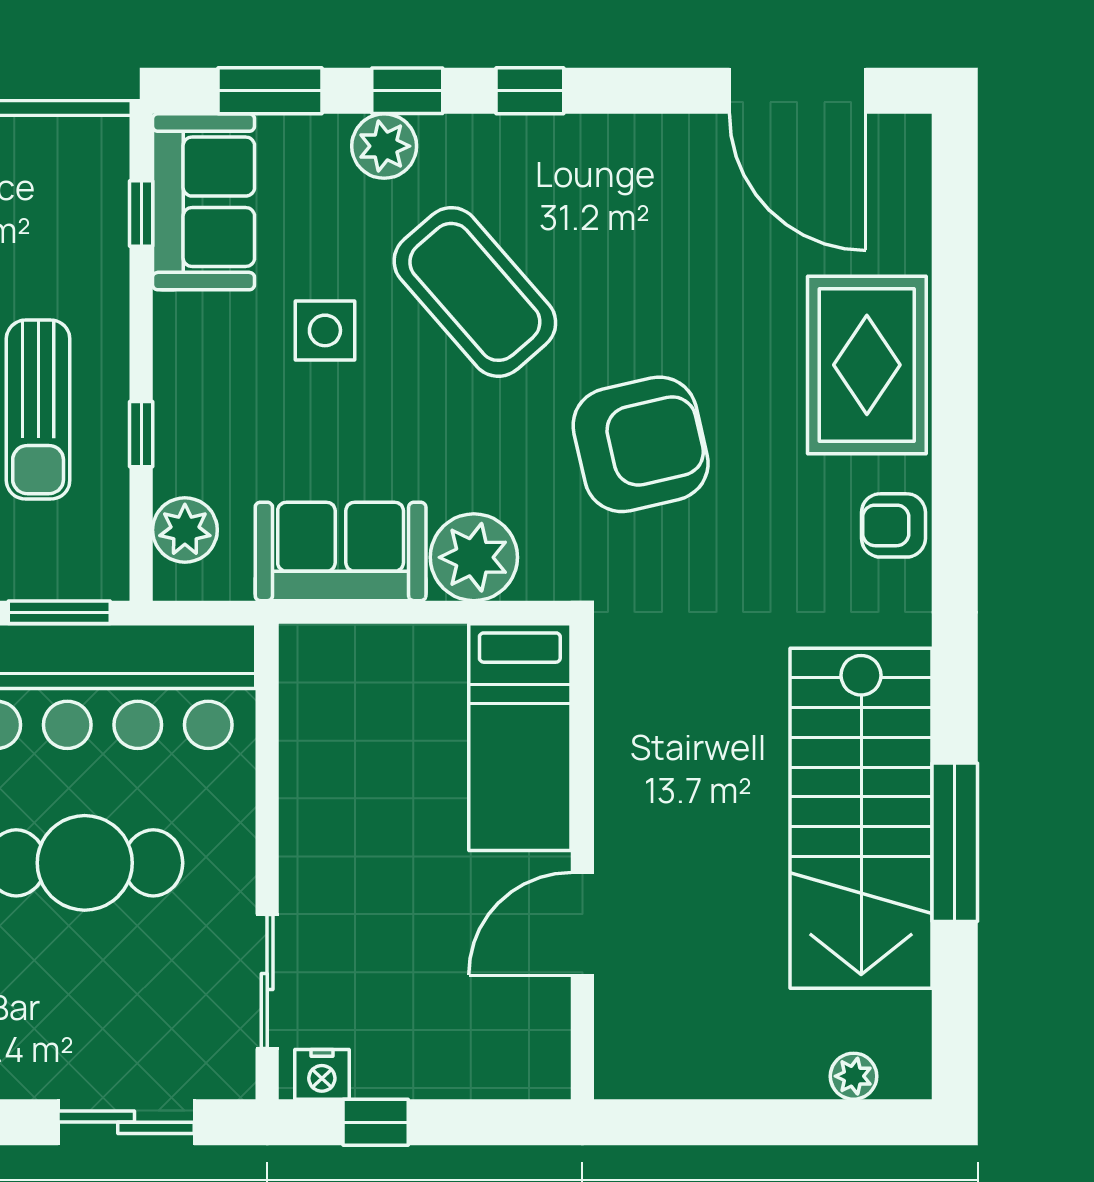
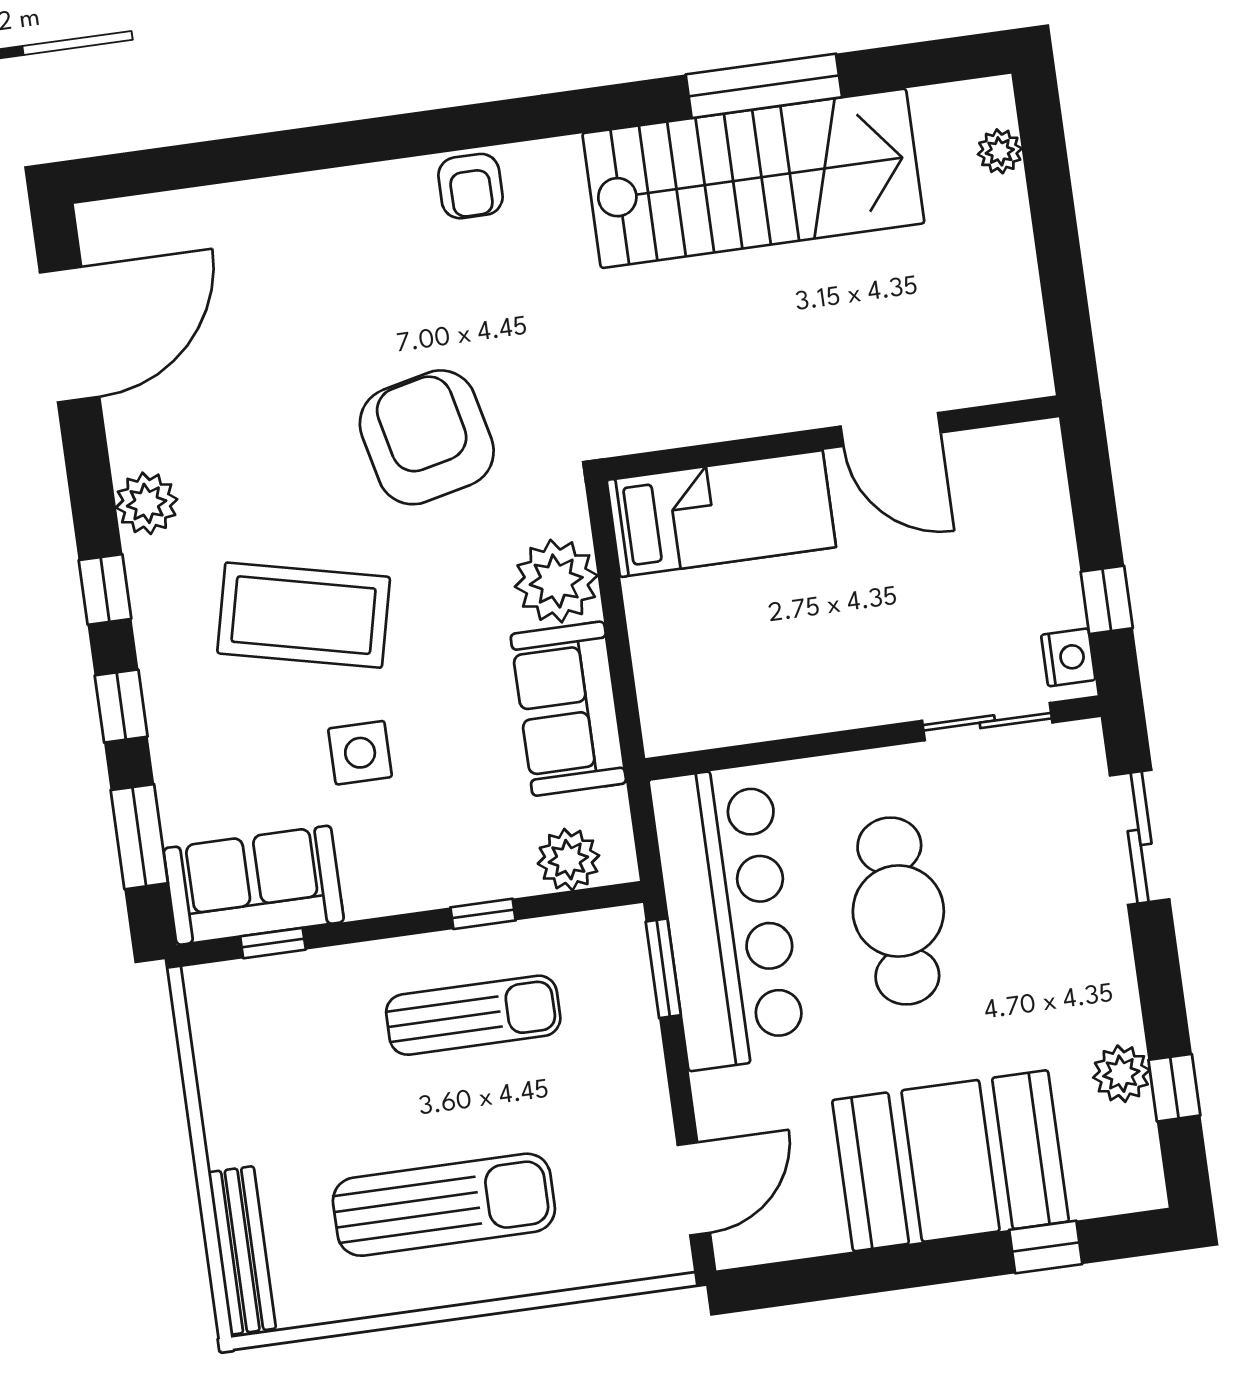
plant: (384, 146) -> (147, 503), moved
coffee table: (475, 292) -> (304, 615), turned 54
rug: (867, 365) -> (321, 233), removed

